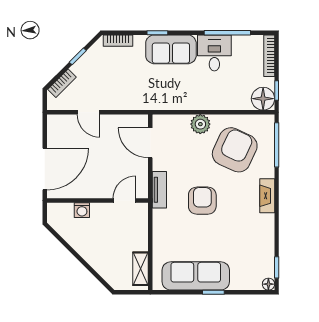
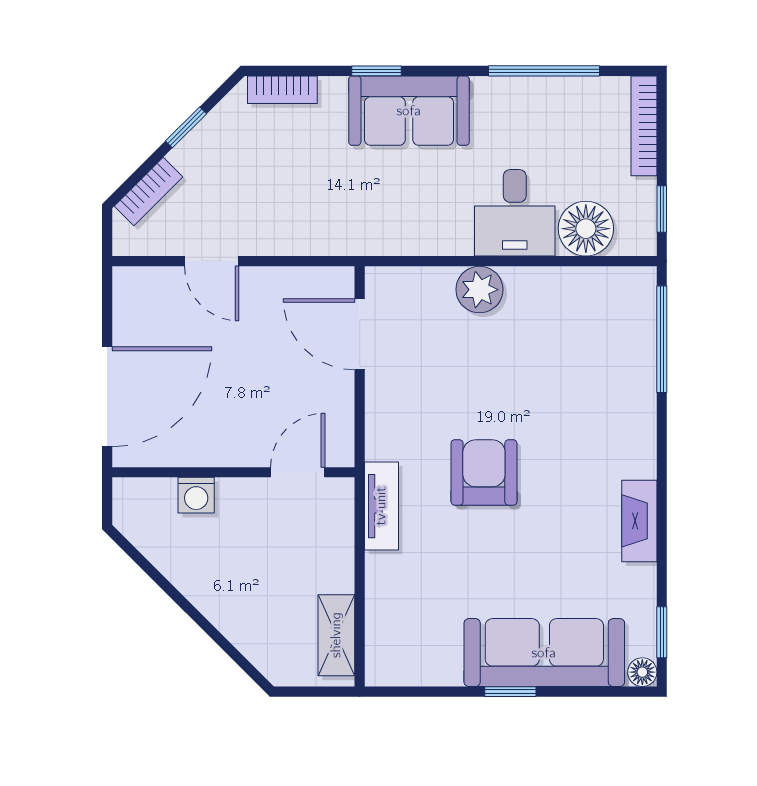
desk: (214, 53) -> (515, 213), moved, turned 180
floor lamp: (263, 99) -> (586, 229), moved
armchair: (235, 150) -> (561, 351), removed
tv unit: (159, 190) -> (381, 506), moved
fireplace: (267, 196) -> (639, 521), moved
sofa: (196, 276) -> (544, 653), moved

